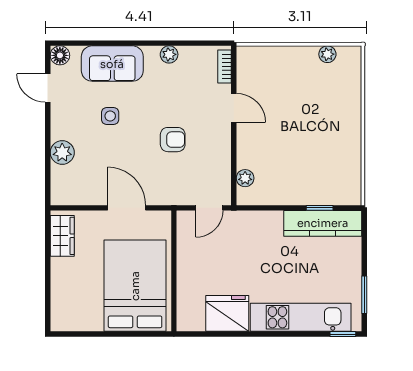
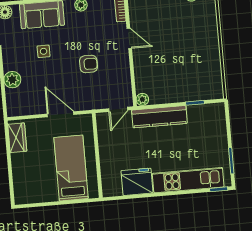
plant: (245, 178) -> (142, 99), moved
kitchen counter: (323, 223) -> (159, 117), moved
bed: (135, 286) -> (71, 168), width x0.67

